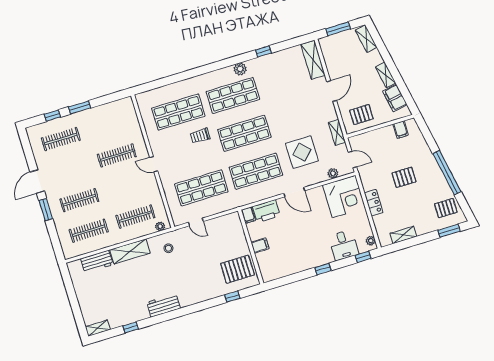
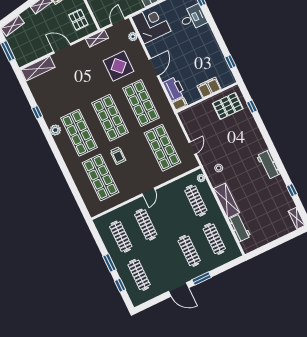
clothes rail: (108, 125) -> (121, 237), added
filing cabinet: (260, 246) -> (209, 88), width x2.00
pallet: (237, 269) -> (228, 106), turned 90
window: (323, 269) -> (230, 62), moved

